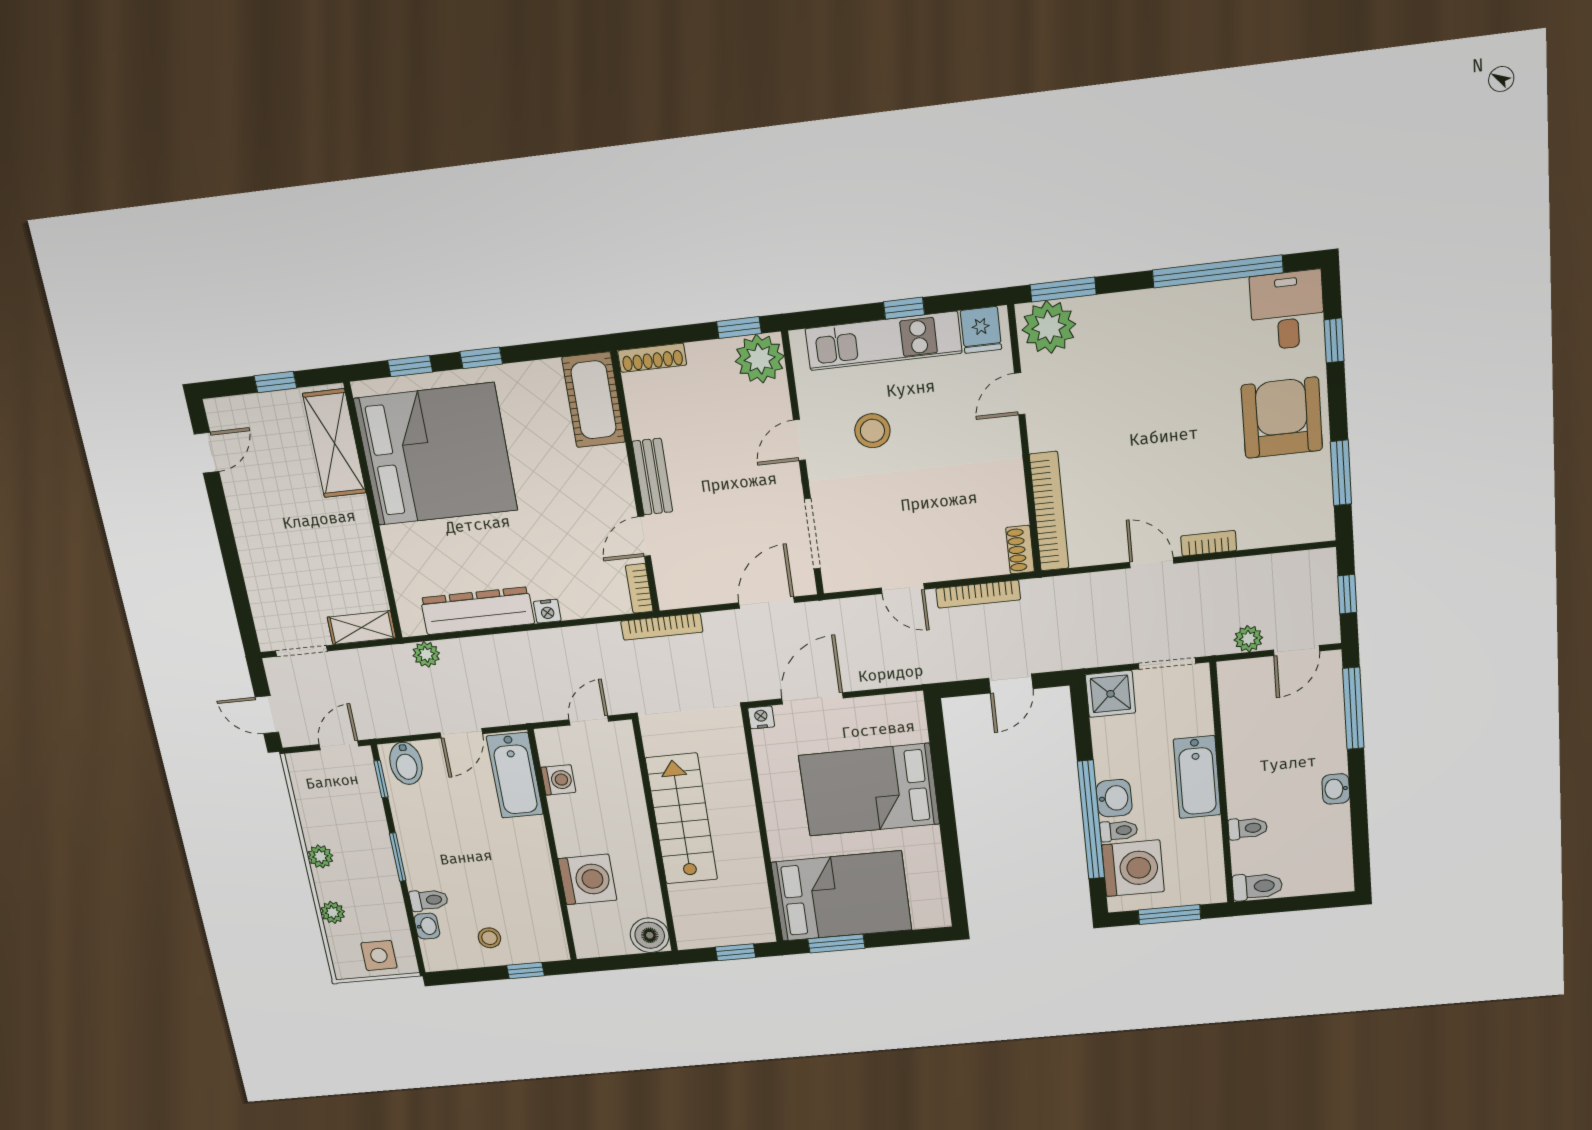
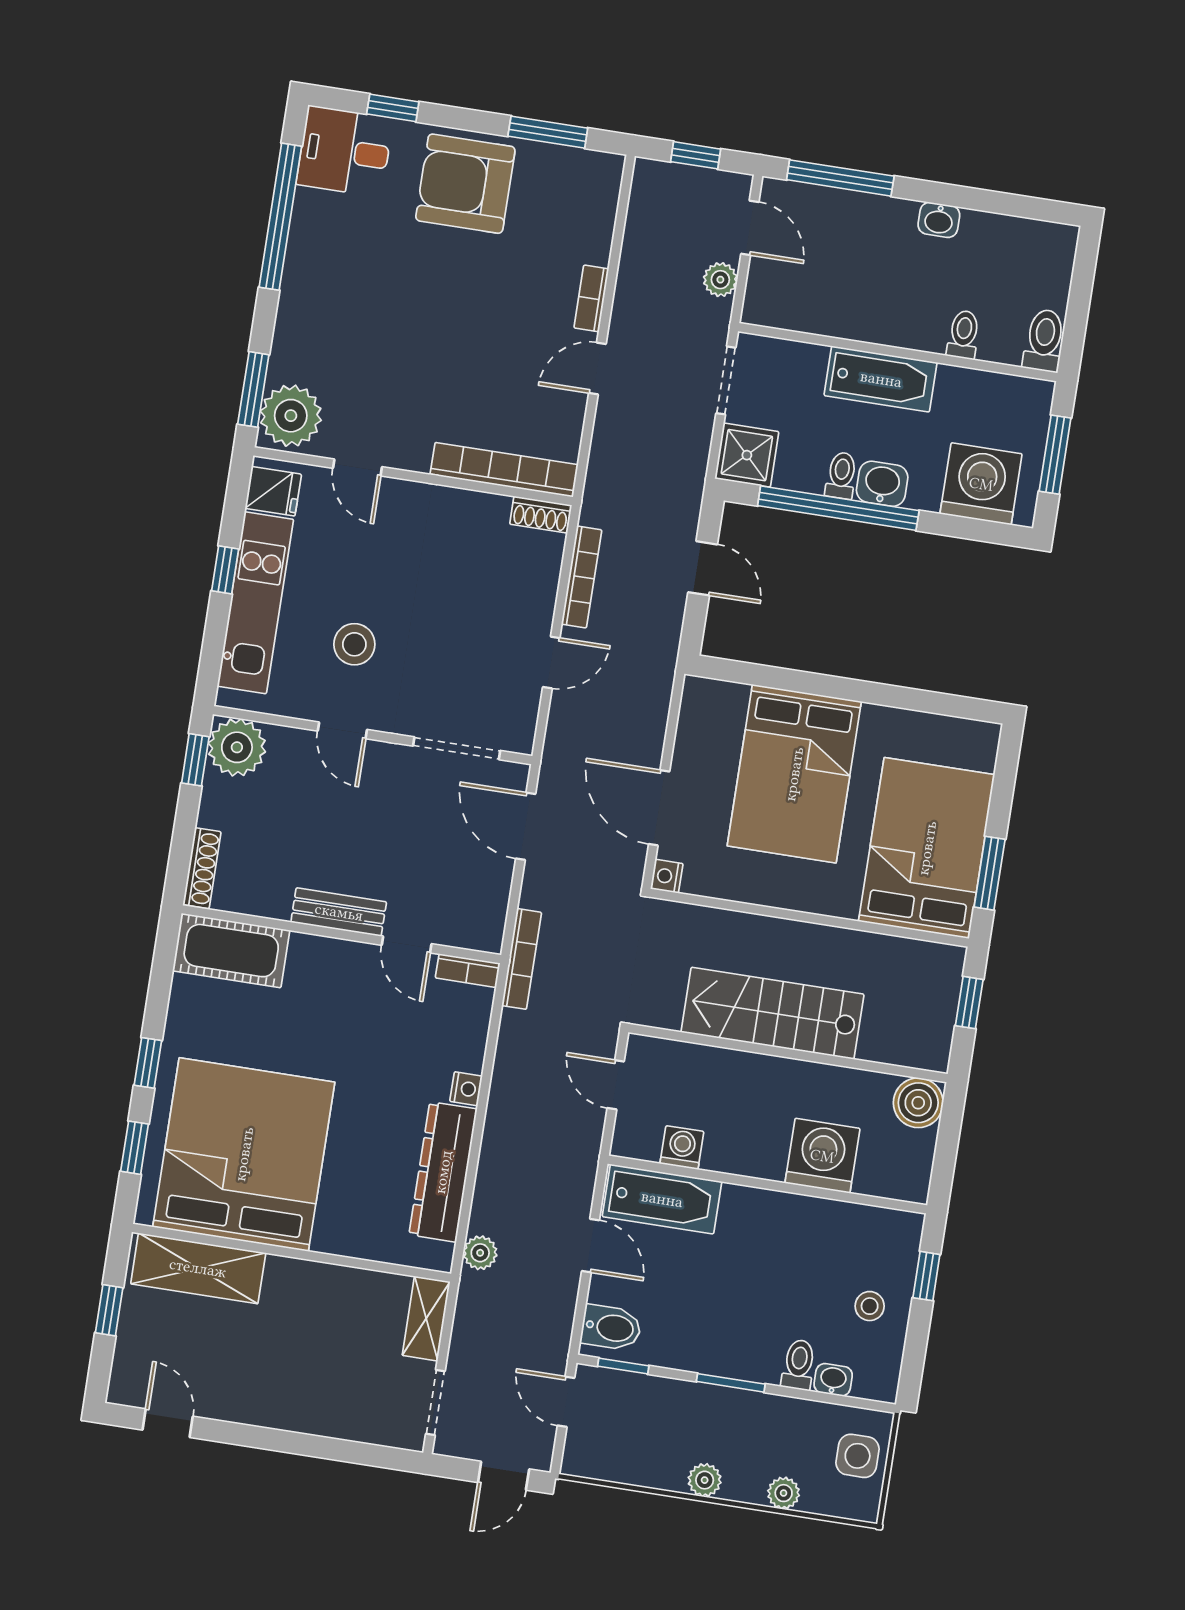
window: (1091, 820) -> (838, 508), moved
toilet: (1119, 831) -> (841, 475), moved

